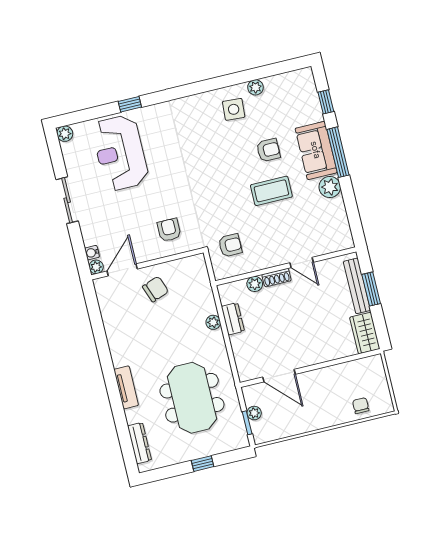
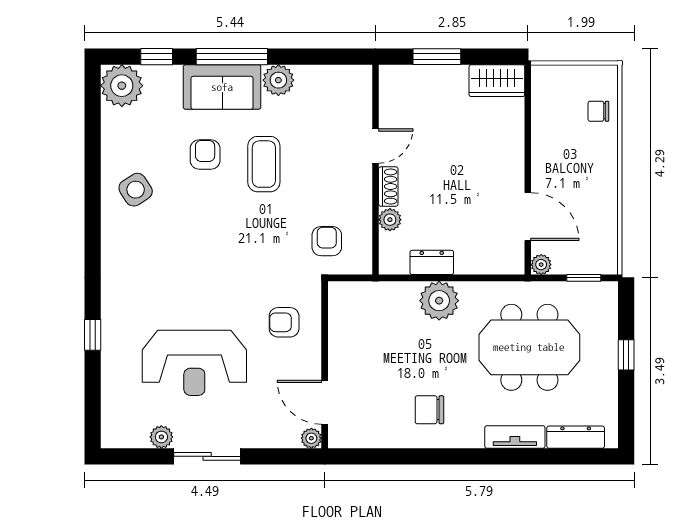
plant: (255, 87) -> (122, 86), moved, width x1.87, depth x1.87
side table: (234, 109) -> (136, 190), turned -37
plant: (65, 134) -> (161, 437), moved
reception desk: (120, 153) -> (194, 363), moved
water cooler: (92, 253) -> (290, 439), removed
bench: (357, 286) -> (428, 76), removed
chair: (156, 289) -> (429, 410), moved, turned -70
plant: (213, 322) -> (439, 301), width x1.87, depth x1.87
door: (279, 376) -> (528, 217), hinge flipped
tv unit: (126, 387) -> (515, 437), moved
plant: (254, 413) -> (541, 265), moved

